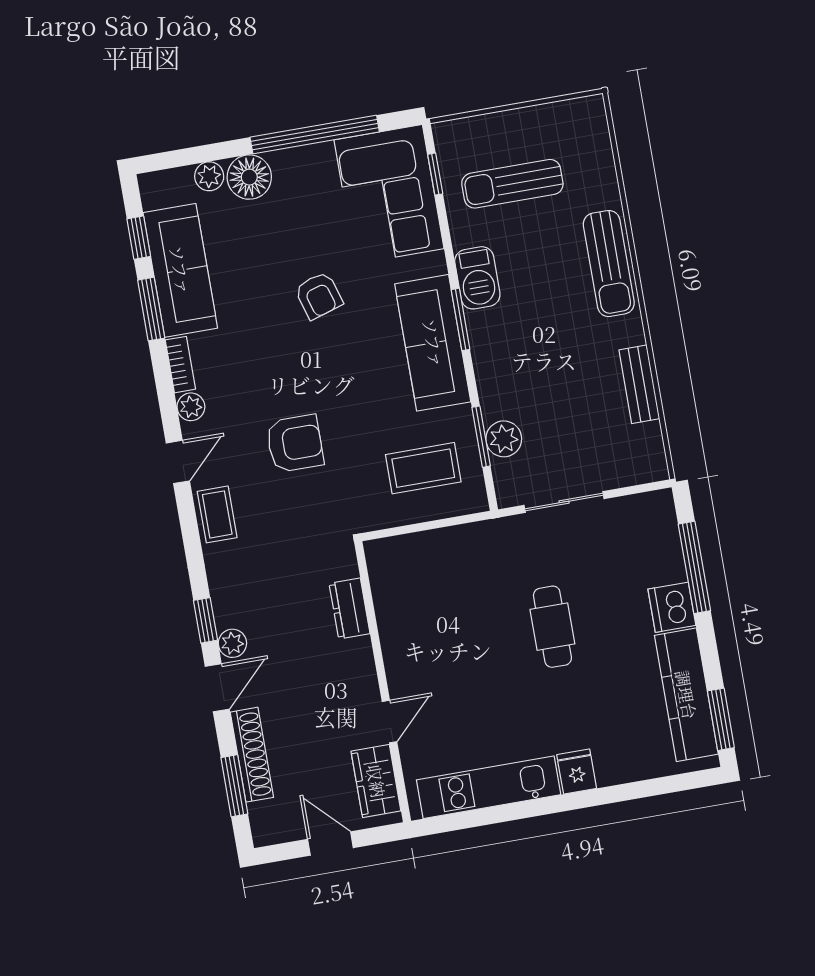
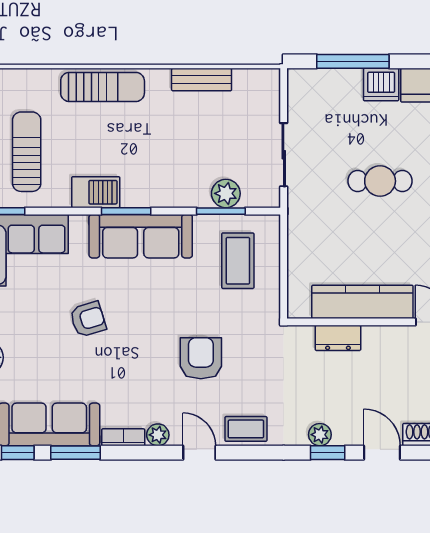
sun lounger: (512, 184) -> (27, 152), turned 180
kitchen counter: (399, 631) -> (362, 302), added
plant: (232, 643) -> (320, 435), moved

